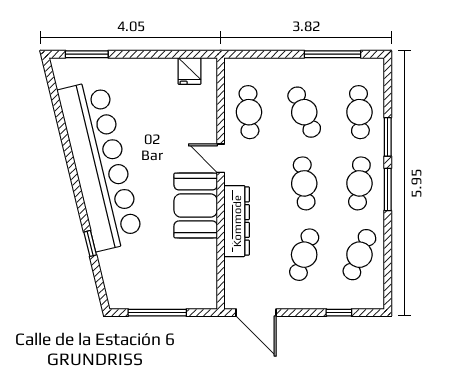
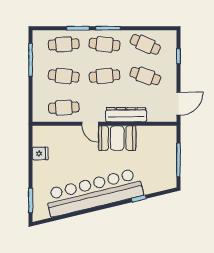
fridge: (190, 71) -> (40, 153), moved
cafe table: (304, 112) -> (64, 76), turned 30
door: (221, 158) -> (90, 124), hinge flipped

